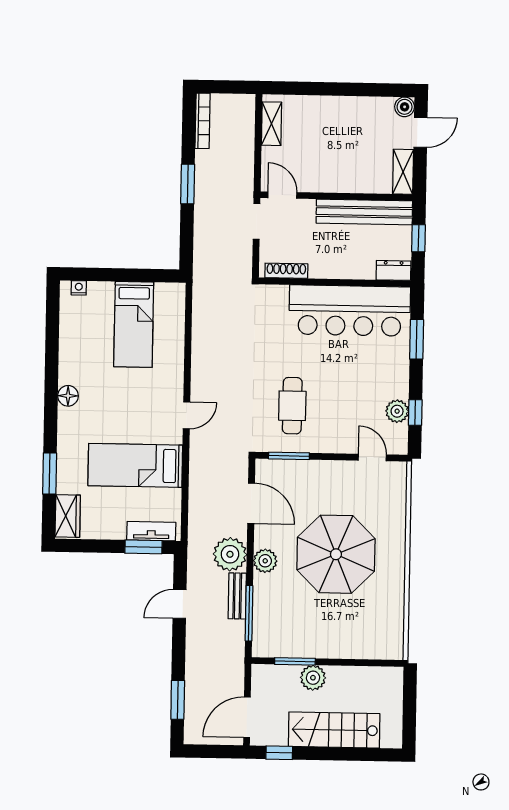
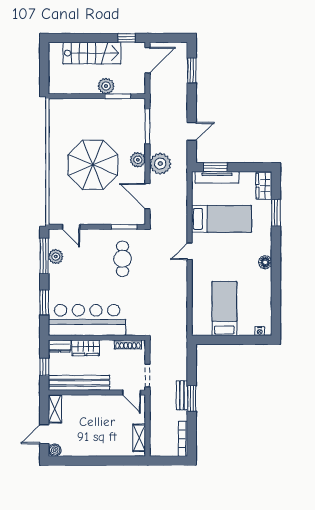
wardrobe: (353, 267) -> (86, 348), added
window: (415, 413) -> (44, 256), width x2.17
tv unit: (151, 531) -> (217, 177), width x1.41
bench: (237, 596) -> (182, 395), moved

